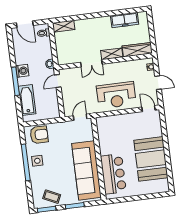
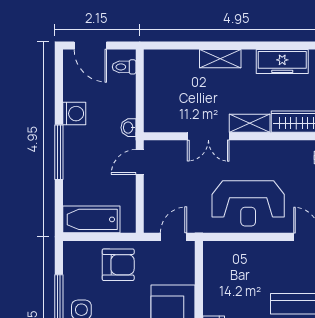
shelving: (64, 26) -> (220, 59), moved
washing machine: (22, 71) -> (74, 114), moved
bathtub: (27, 100) -> (91, 219), moved, turned -90
armchair: (39, 135) -> (118, 265), moved

